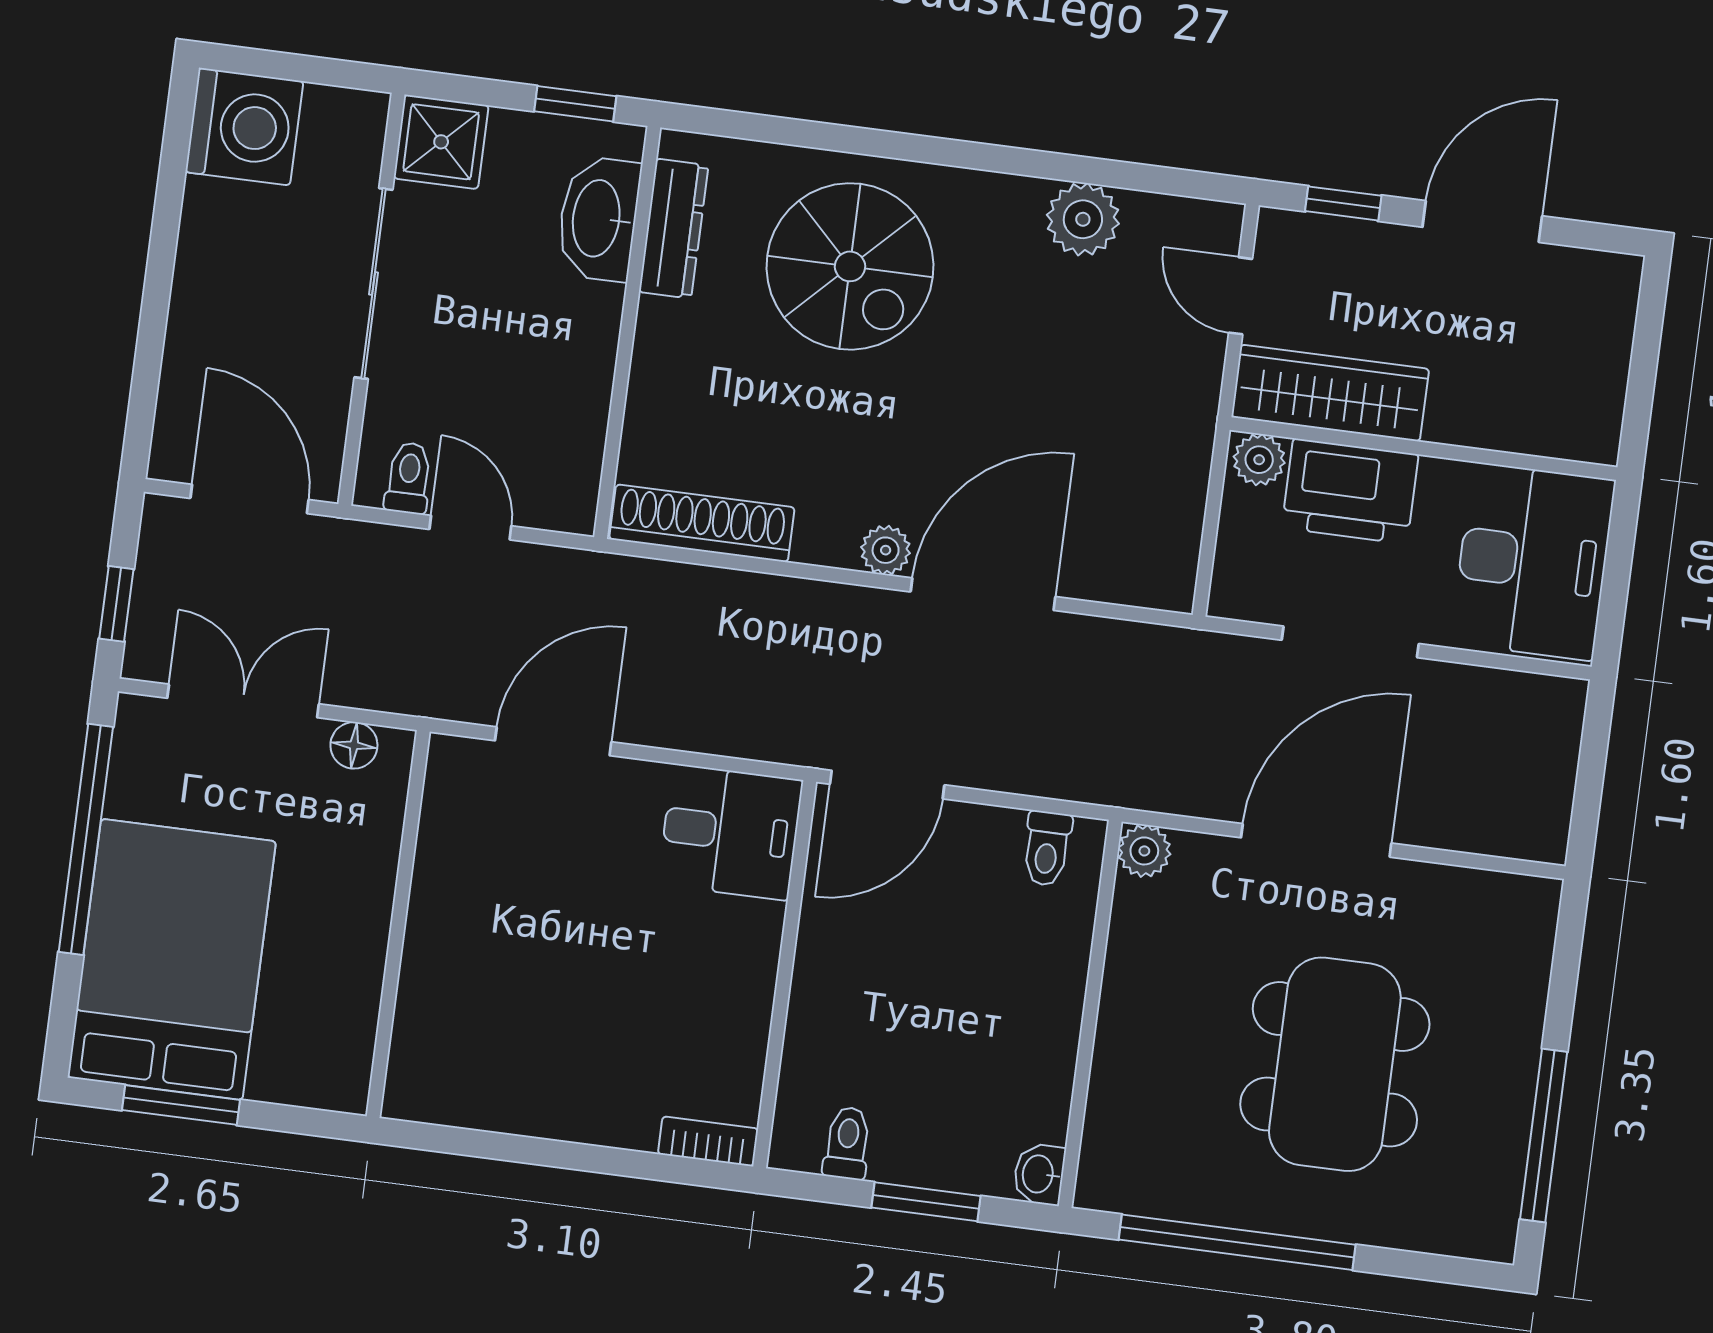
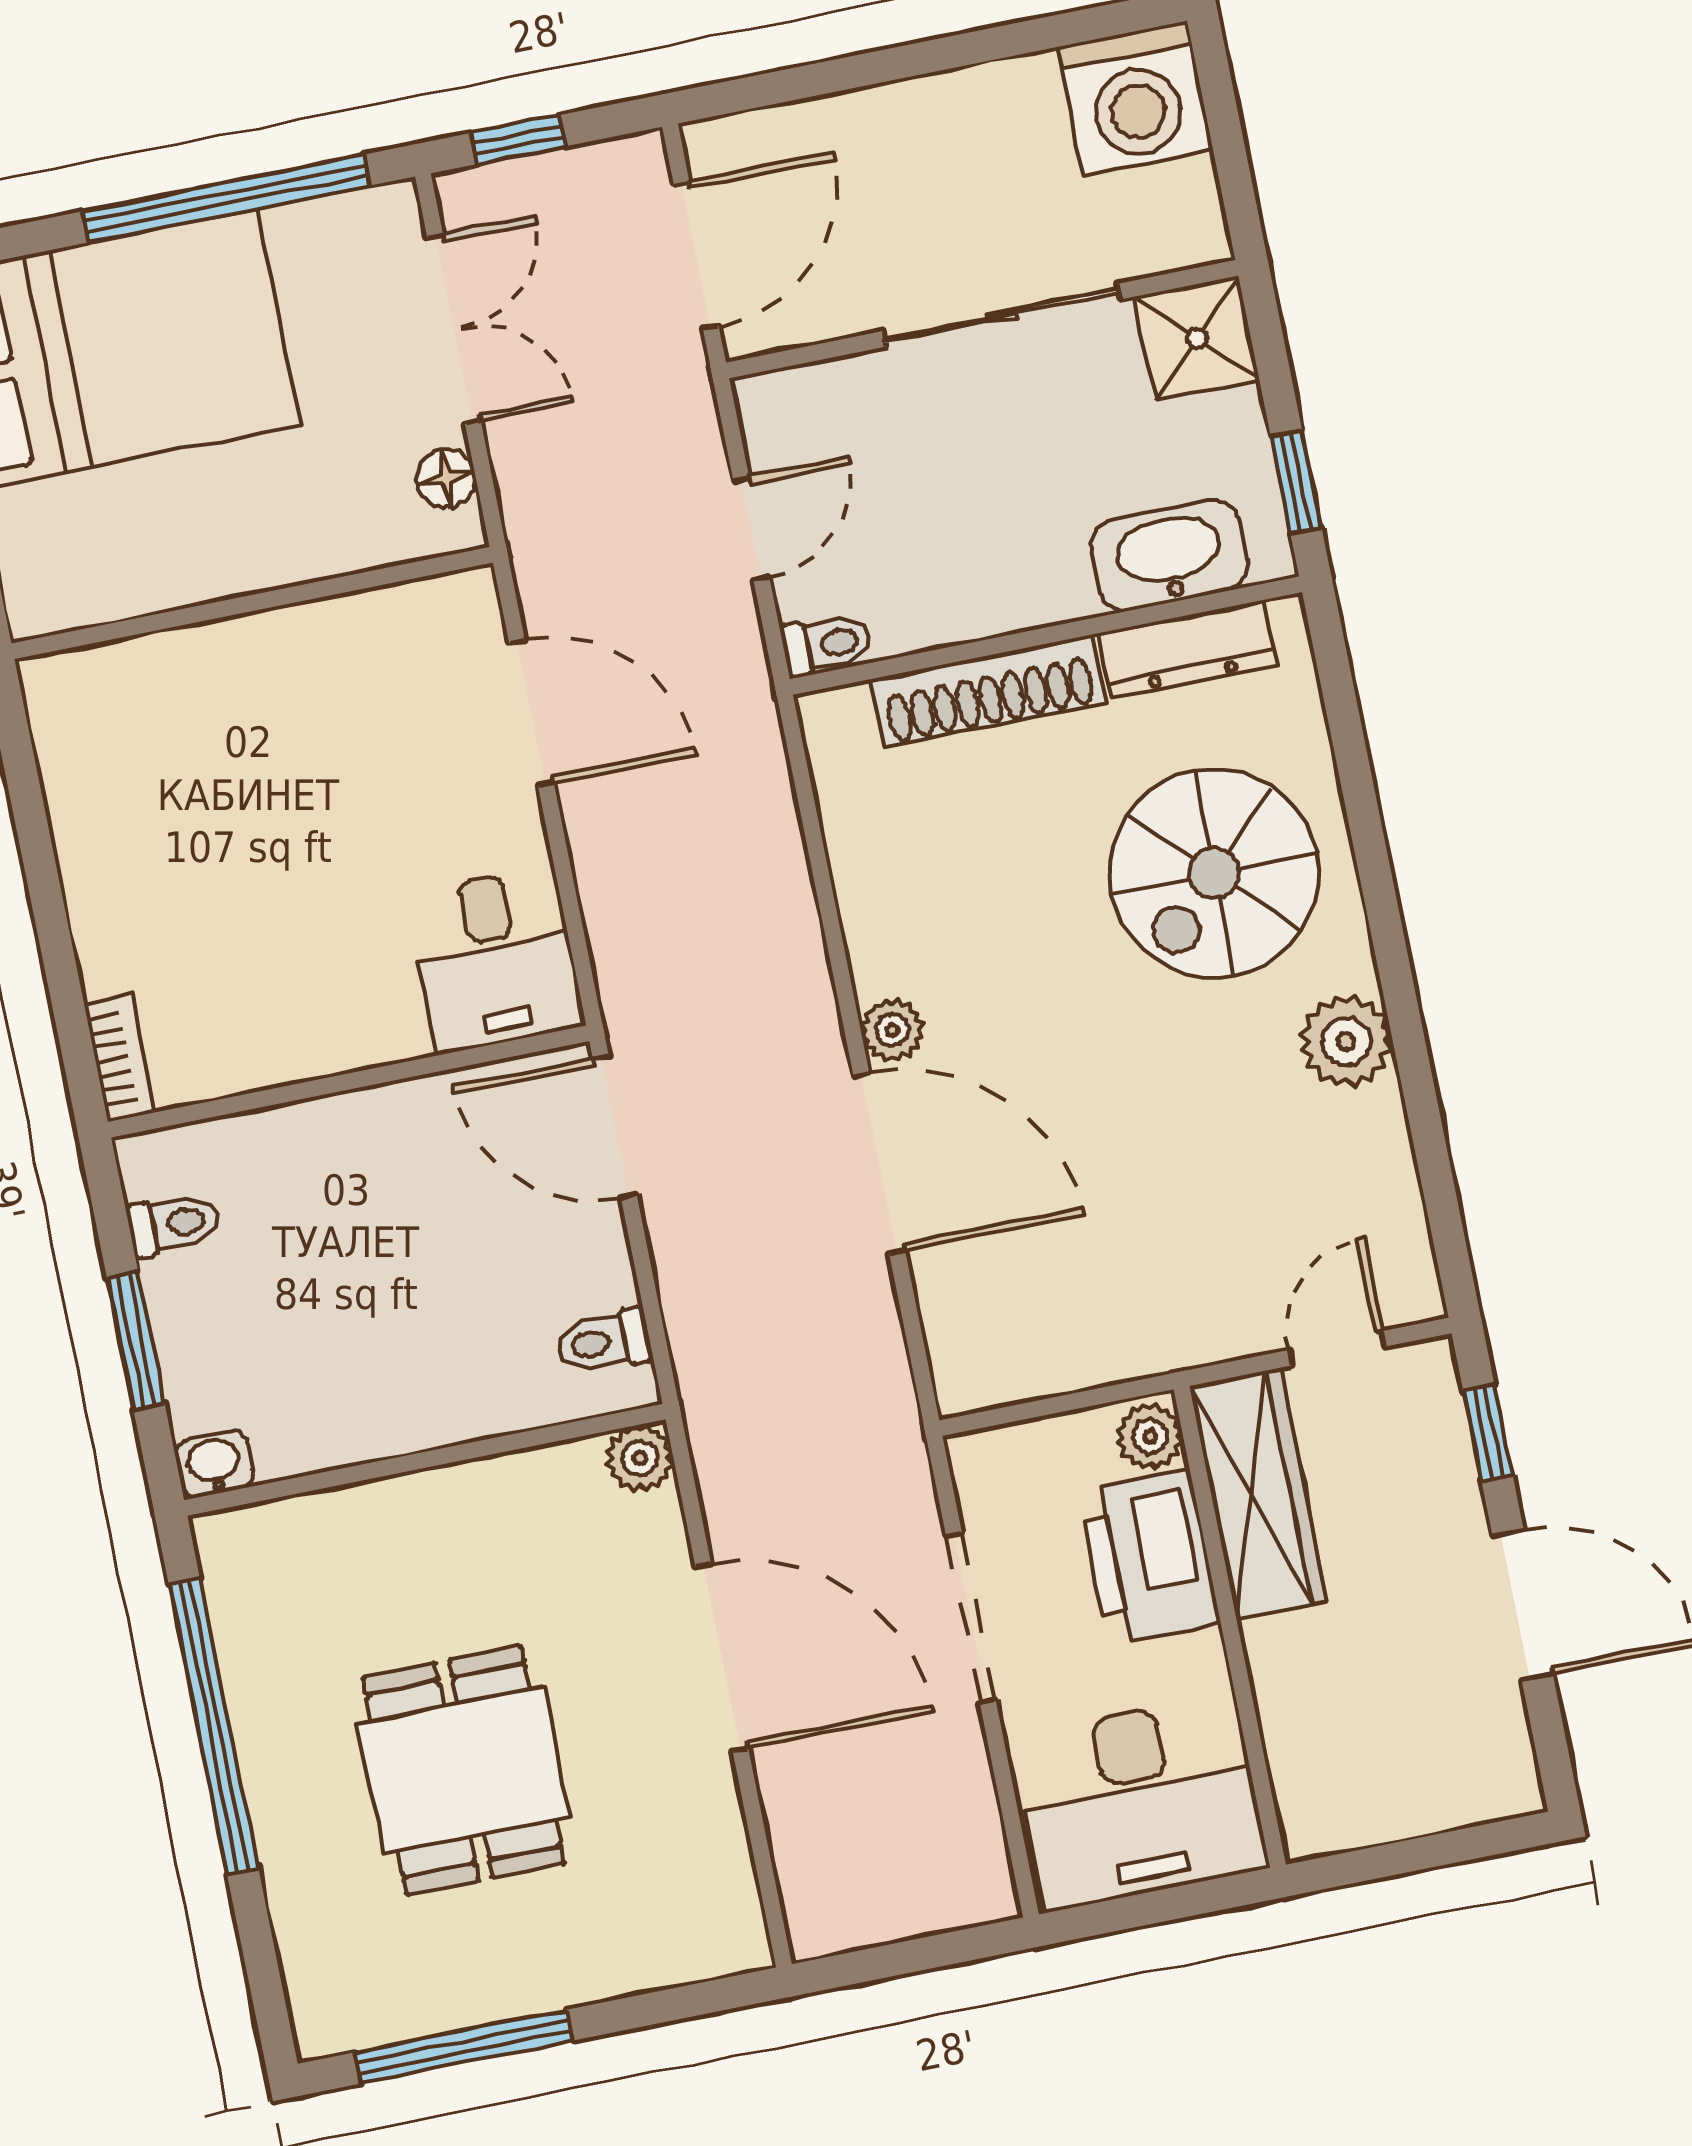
plant: (1083, 219) -> (1346, 1041), moved
toilet: (409, 478) -> (827, 644), moved
shoe rack: (702, 523) -> (989, 691), moved, turned 90
dining table: (1335, 1064) -> (464, 1770), width x0.73

